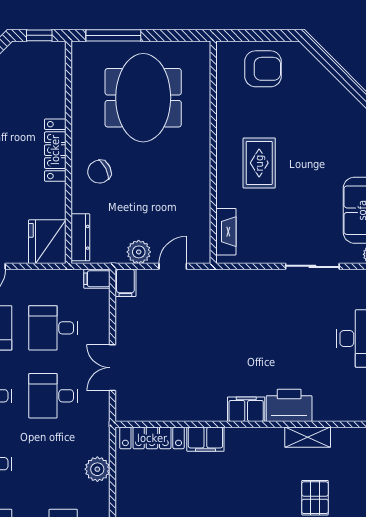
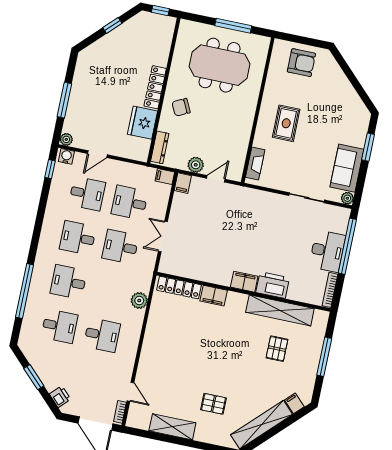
window: (113, 35) -> (233, 26), moved
meeting table: (143, 98) -> (220, 65), turned 90
fridge: (47, 242) -> (142, 123), moved
shelving: (308, 437) -> (280, 310), width x2.20, depth x1.33

